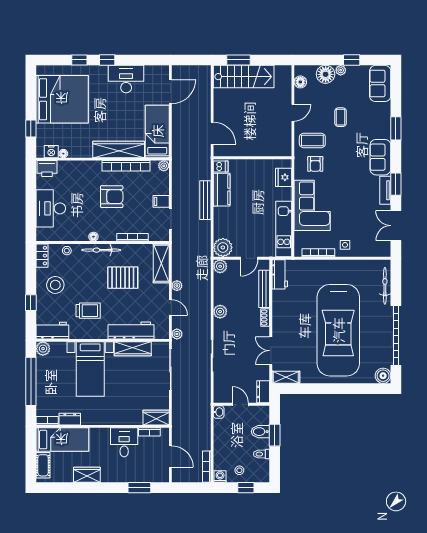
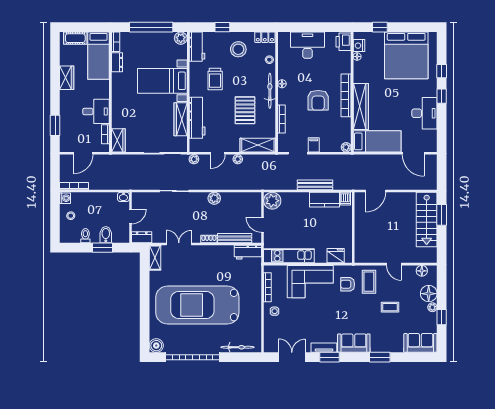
bookcase: (126, 166) -> (346, 95), moved
plant: (220, 266) -> (255, 198), removed
window: (246, 488) -> (55, 222), removed

